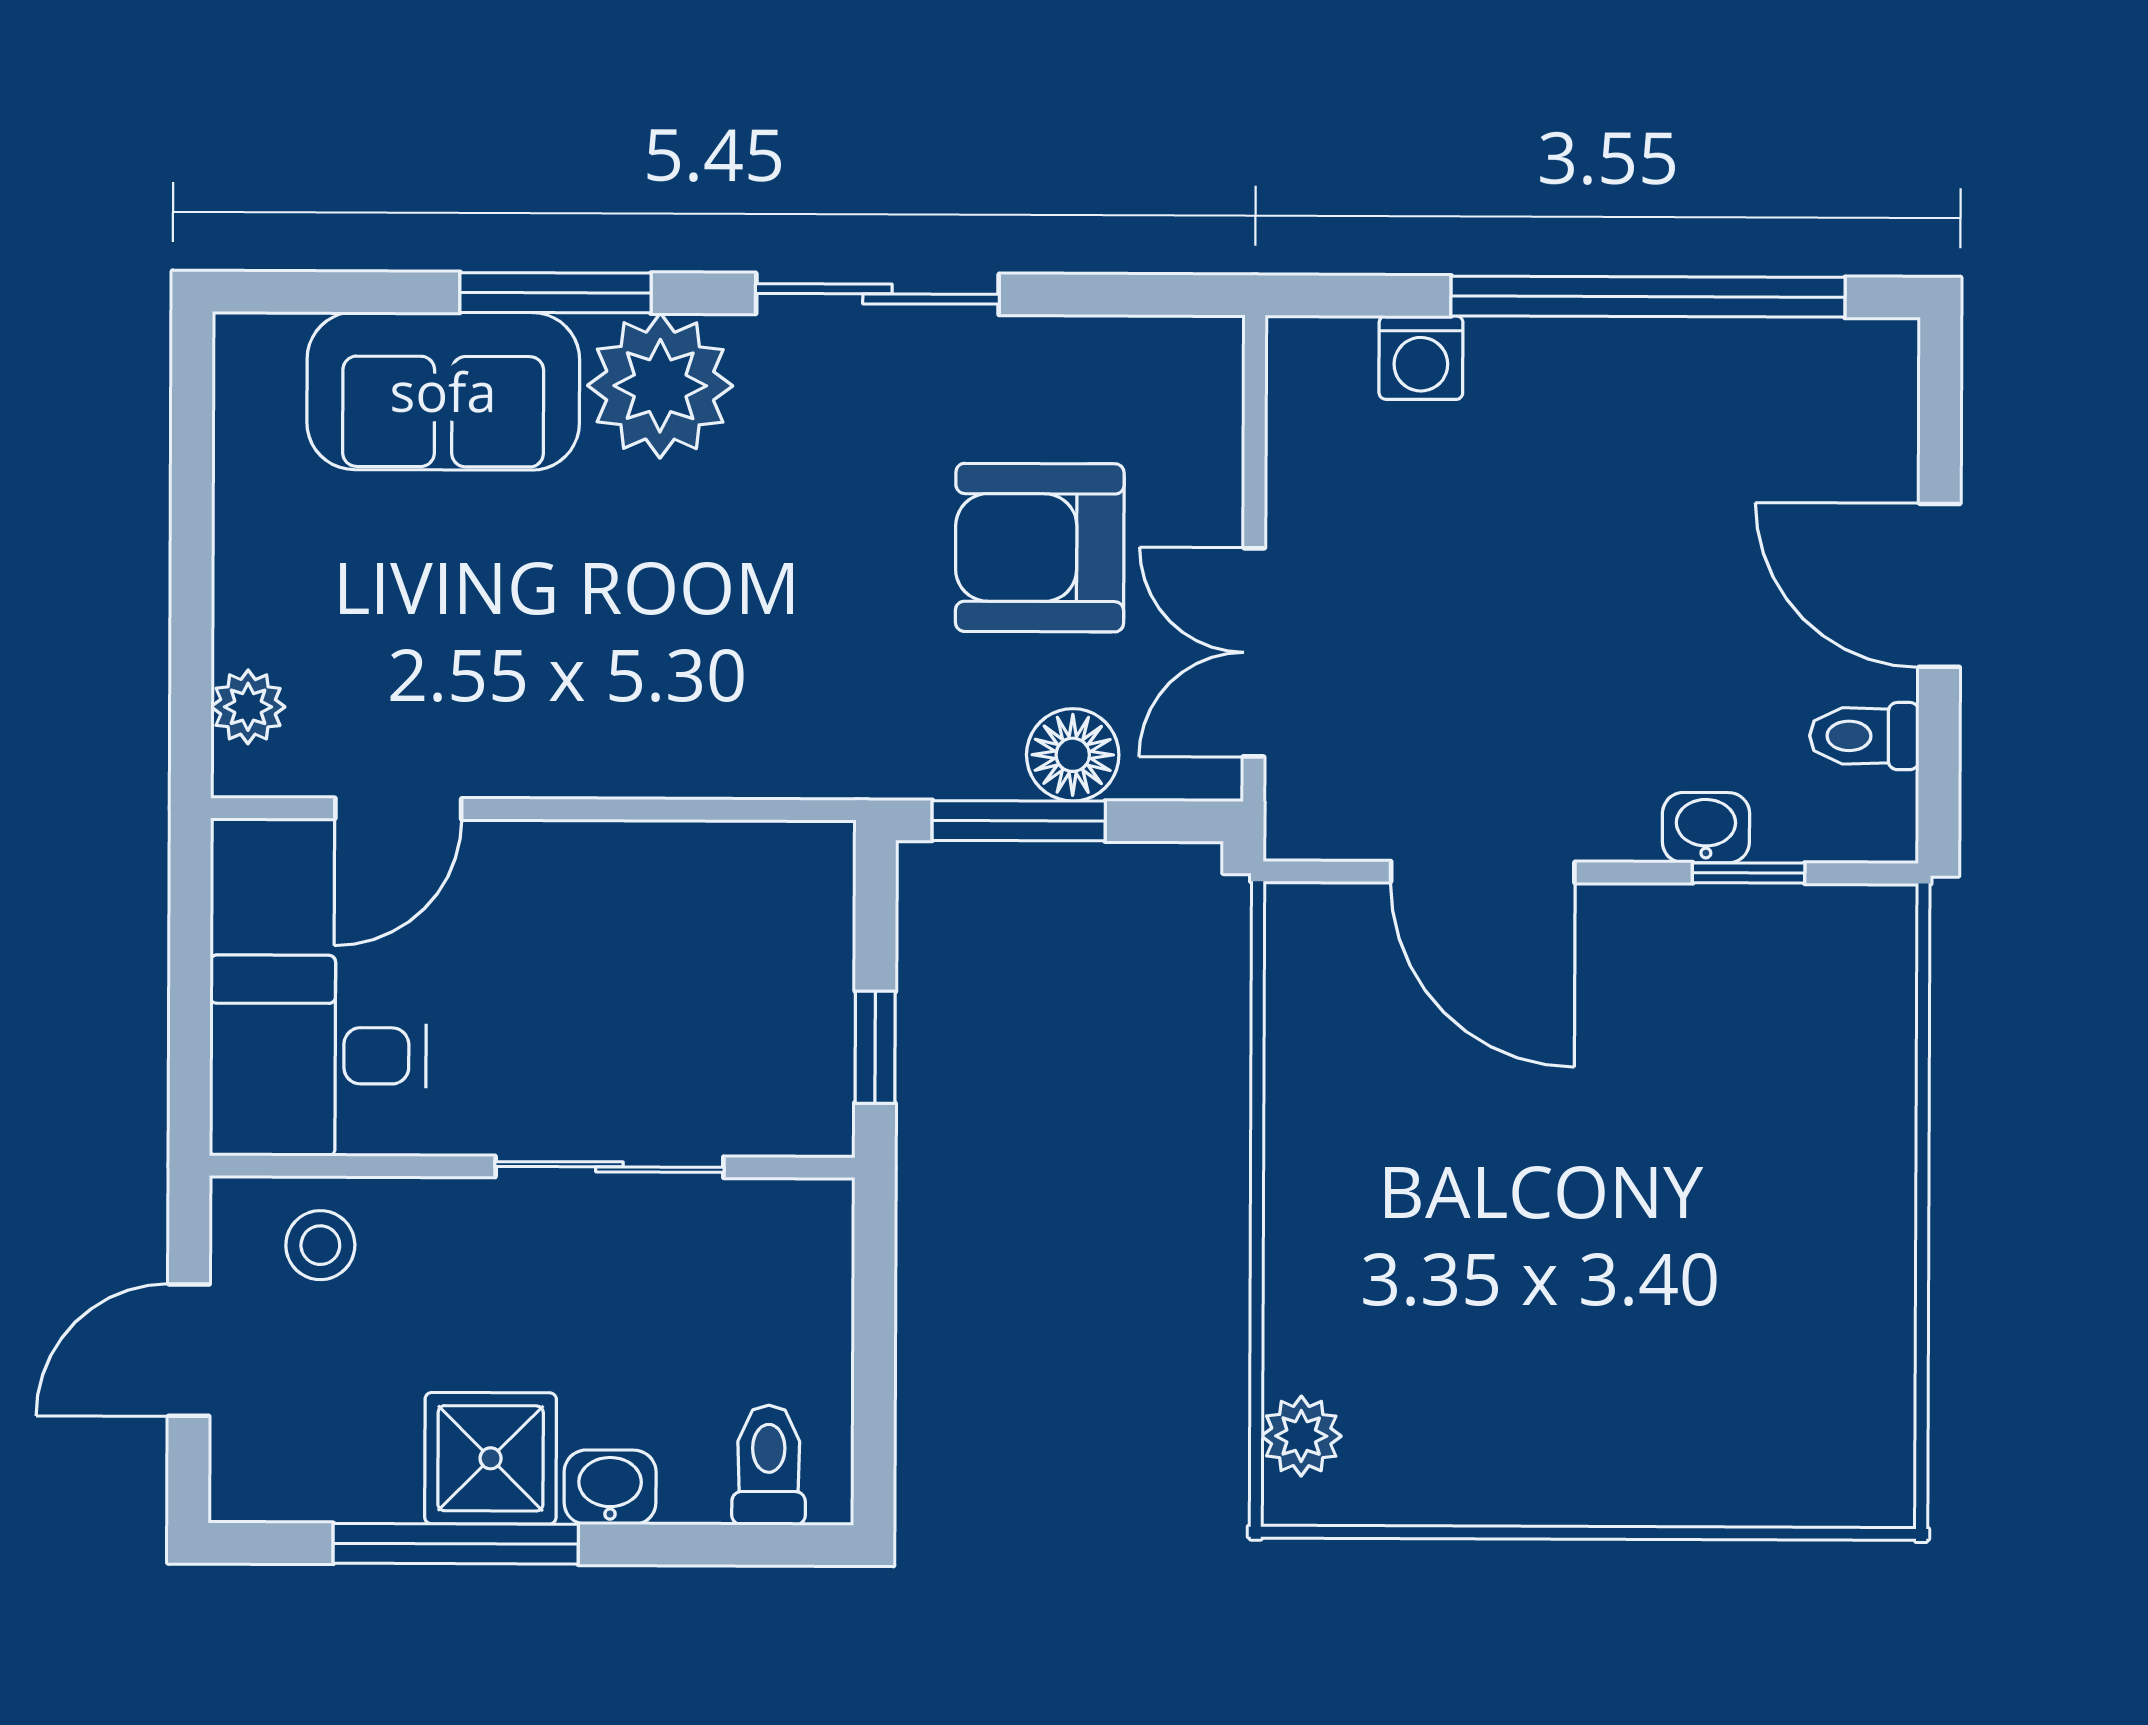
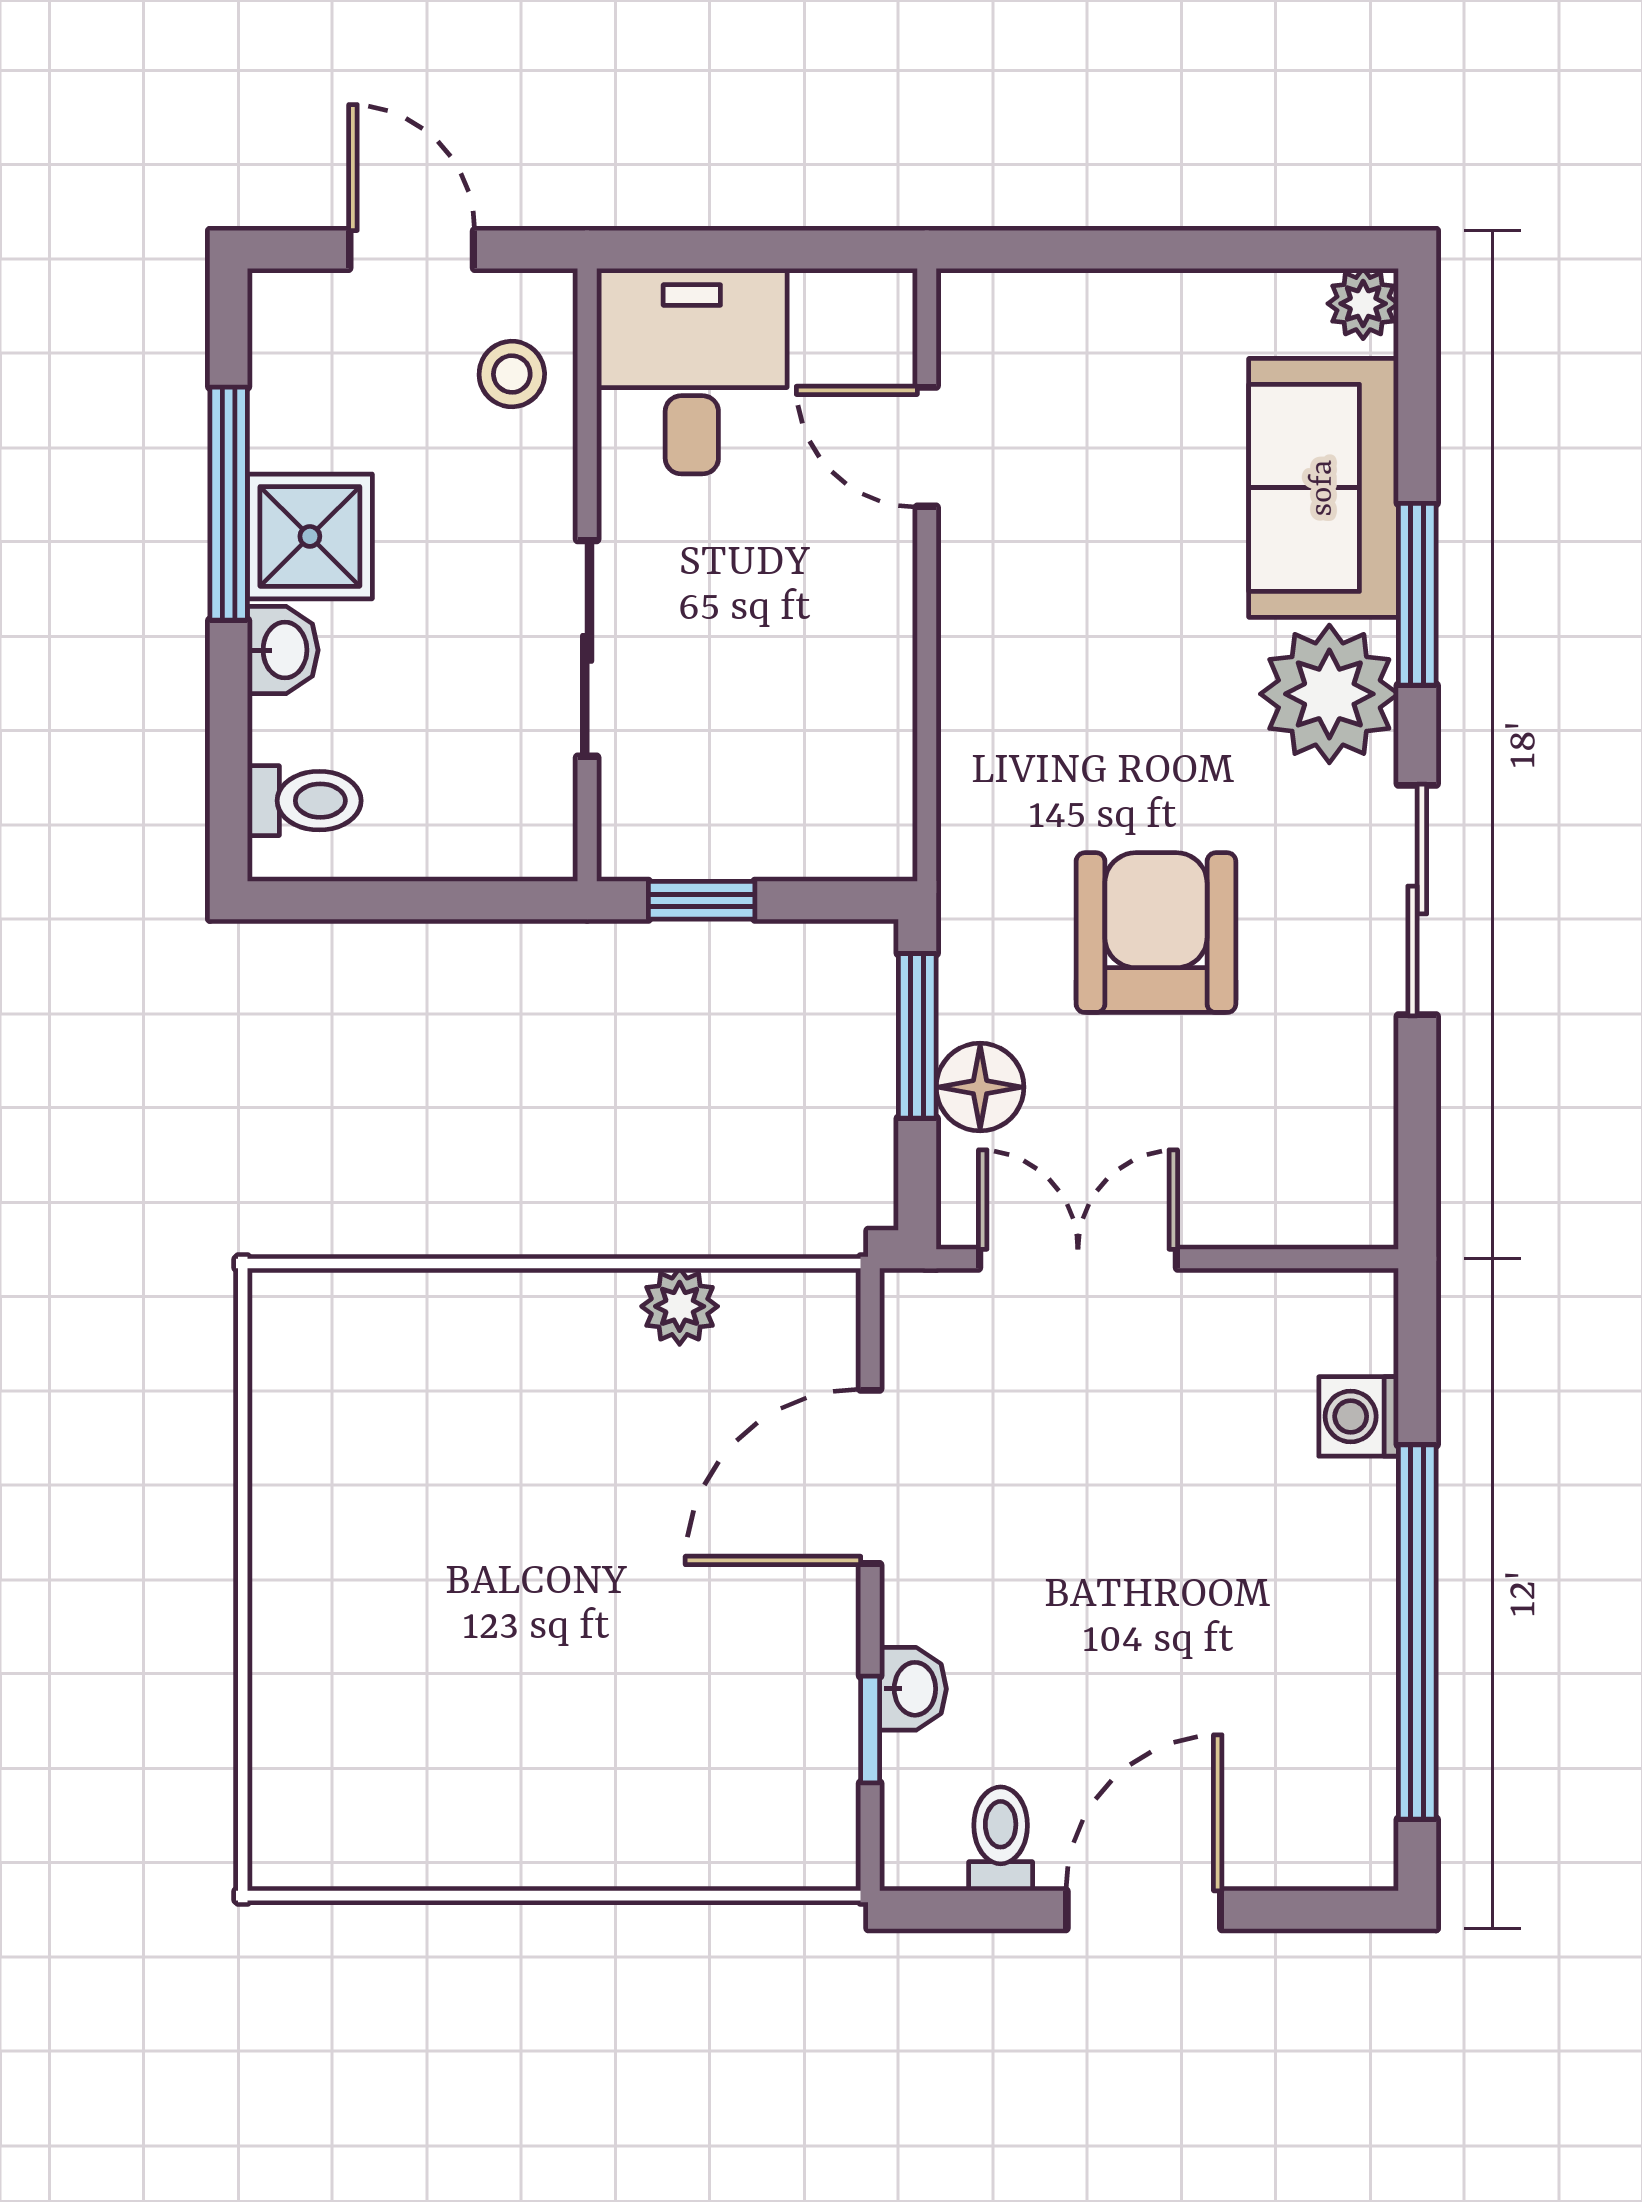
armchair: (1040, 548) -> (1156, 933), moved
plant: (248, 707) -> (1363, 304), moved
plant: (1301, 1436) -> (680, 1306), moved

